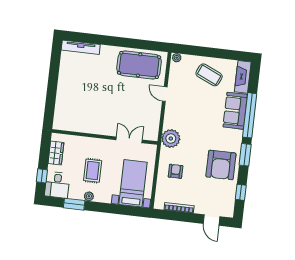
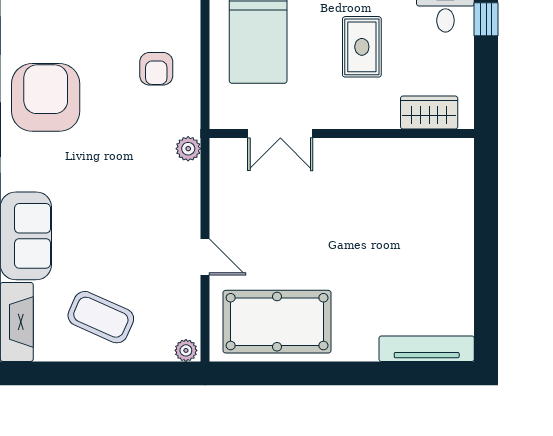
plant: (171, 138) -> (188, 149), width x0.53, depth x0.53
wardrobe: (56, 153) -> (429, 113), moved, turned 90

